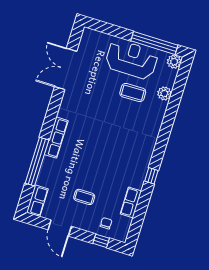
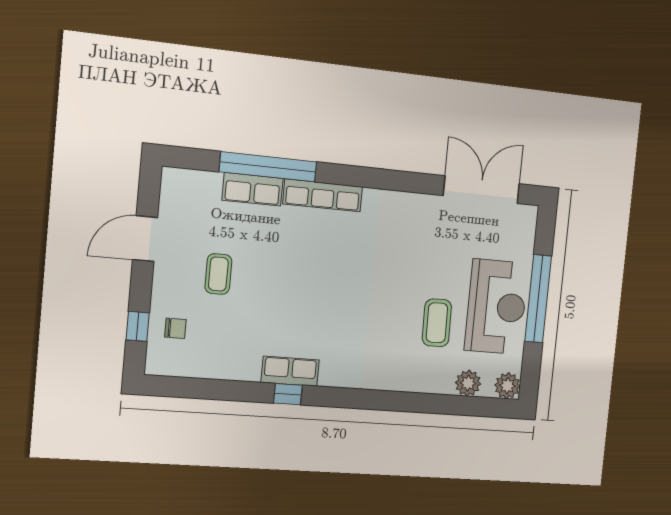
window: (154, 43) -> (538, 299), moved
double door: (66, 69) -> (481, 190), moved
plant: (164, 93) -> (468, 383), moved
row of seats: (37, 201) -> (253, 189), moved
row of seats: (131, 202) -> (290, 371), moved

